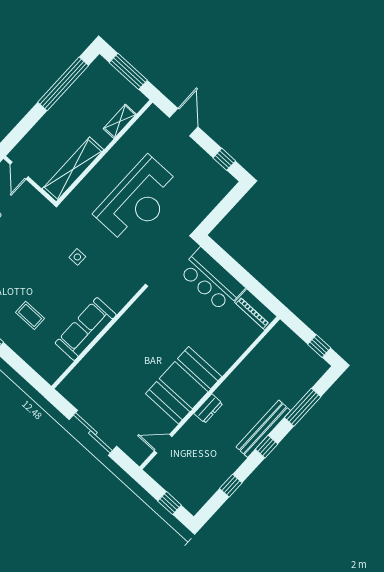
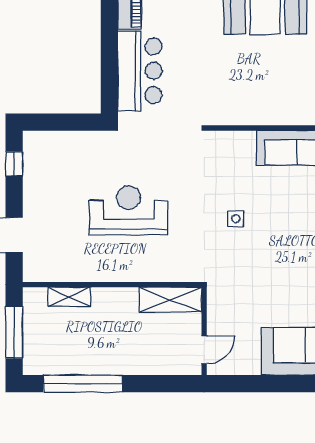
shelving: (73, 169) -> (171, 300), width x0.68
reception desk: (138, 200) -> (129, 210), width x0.74, depth x0.77

